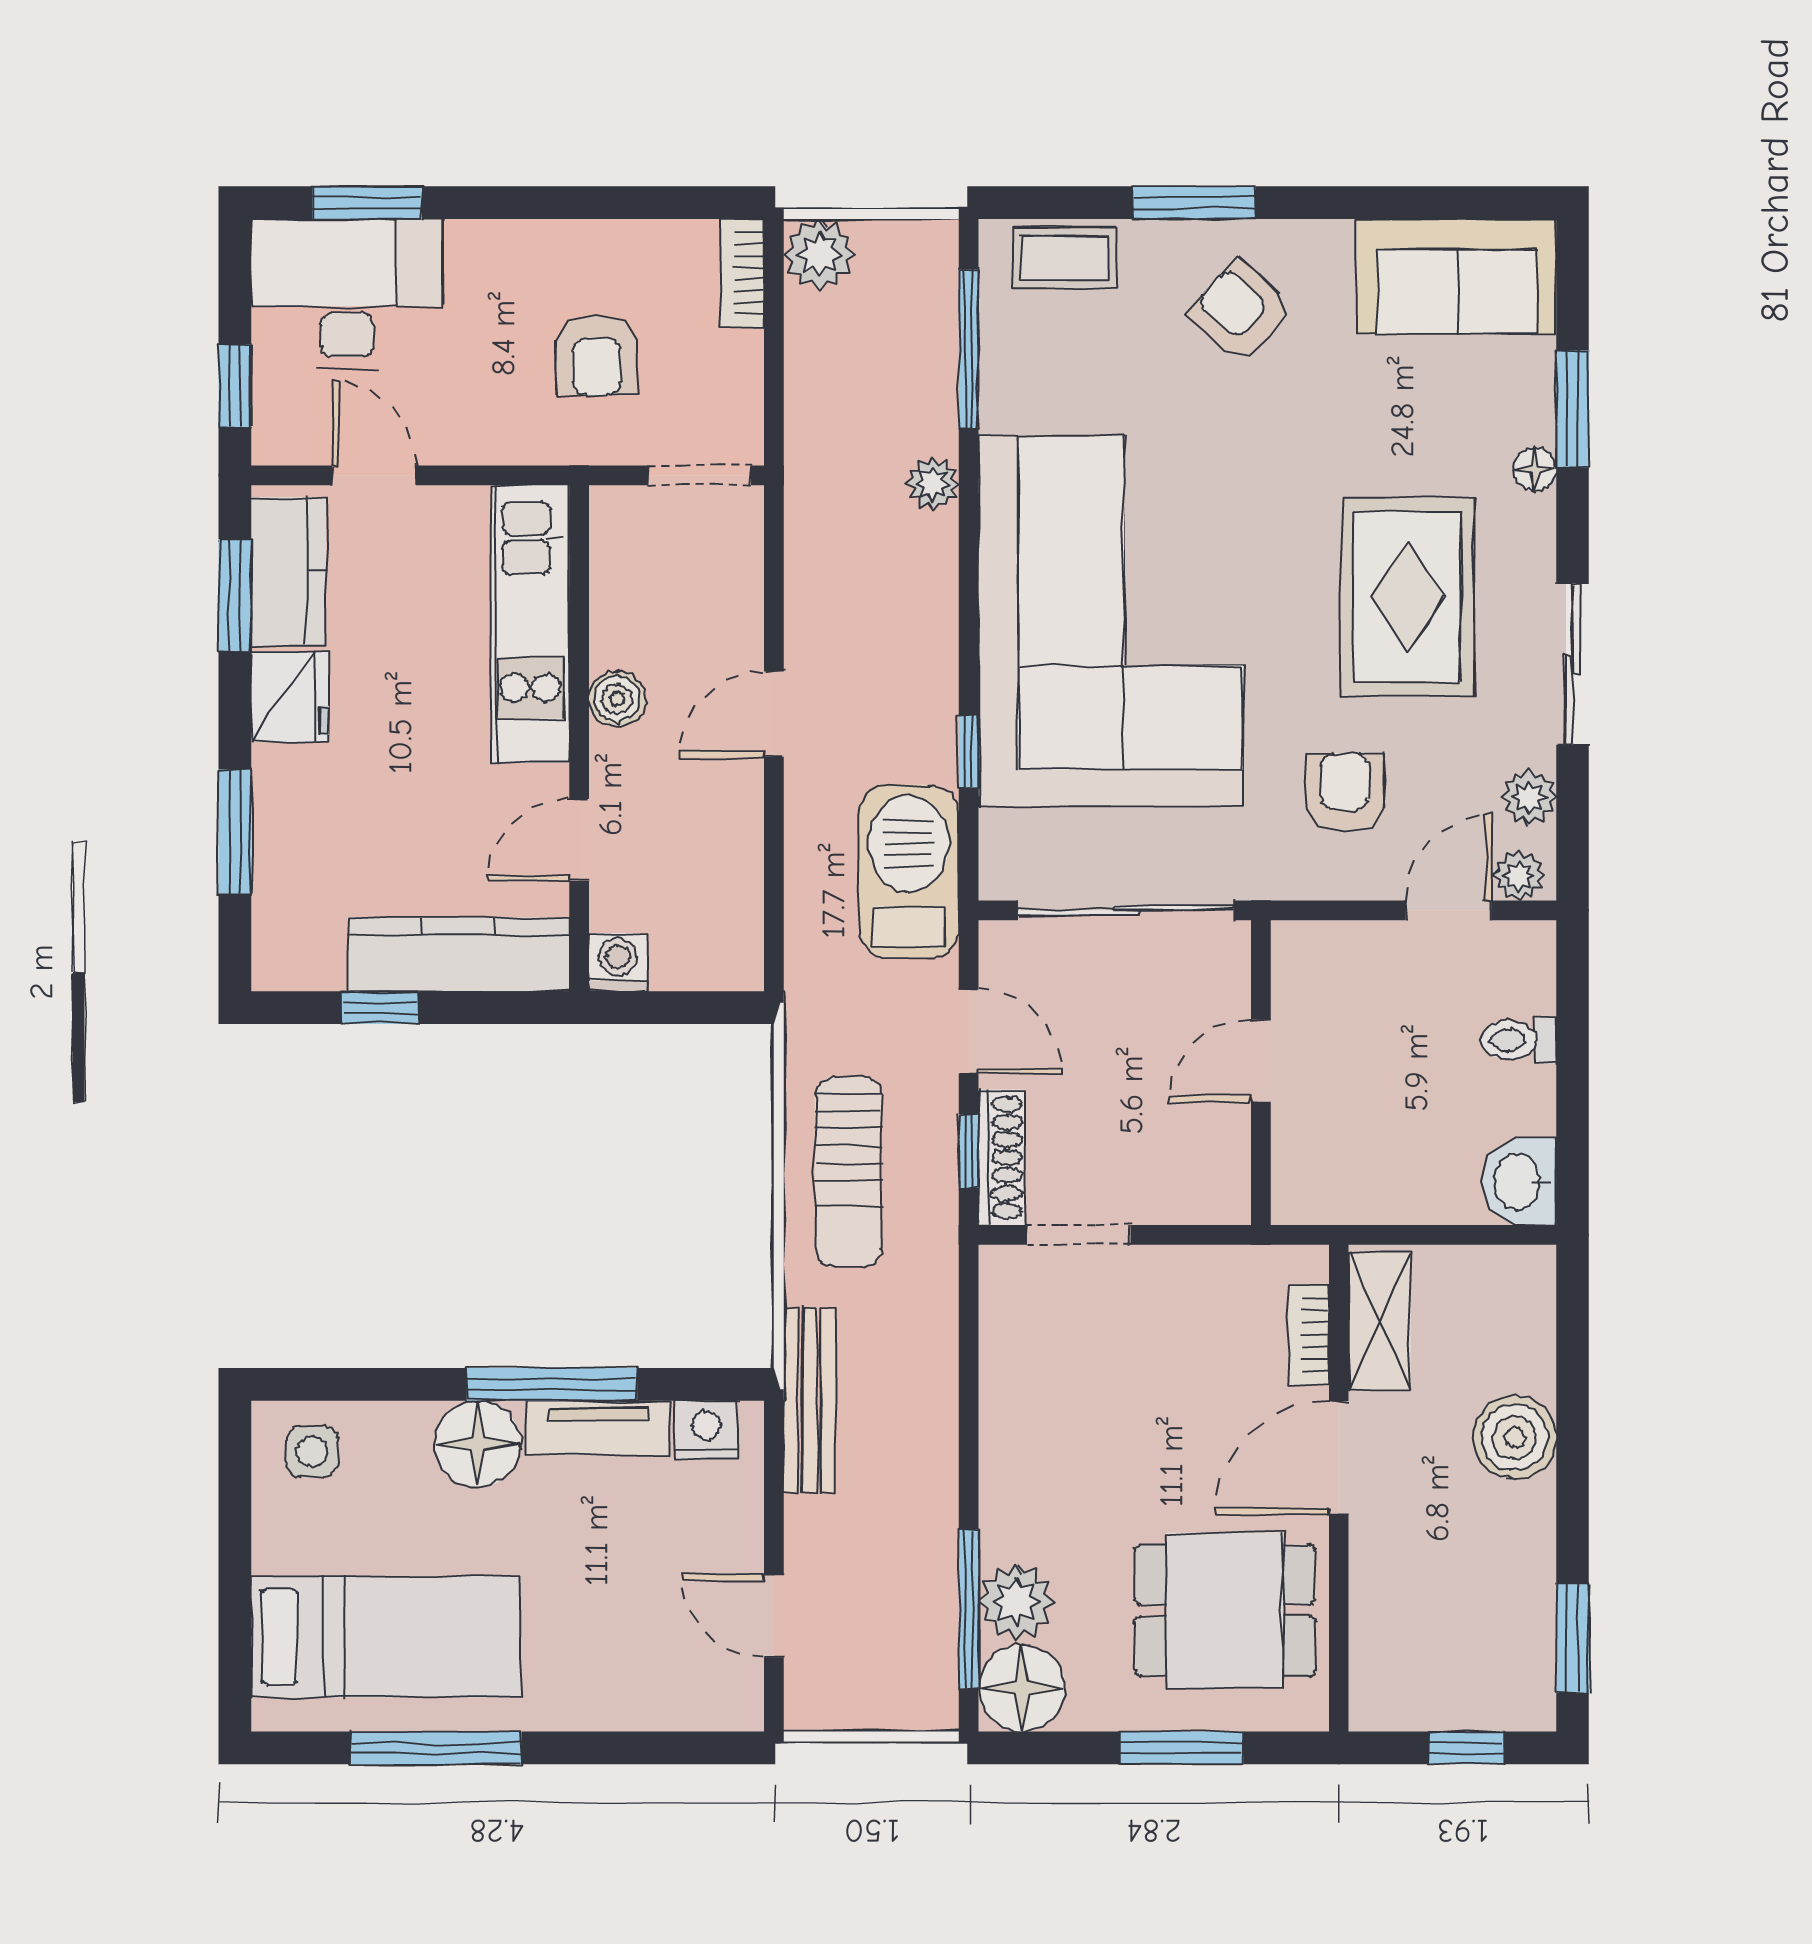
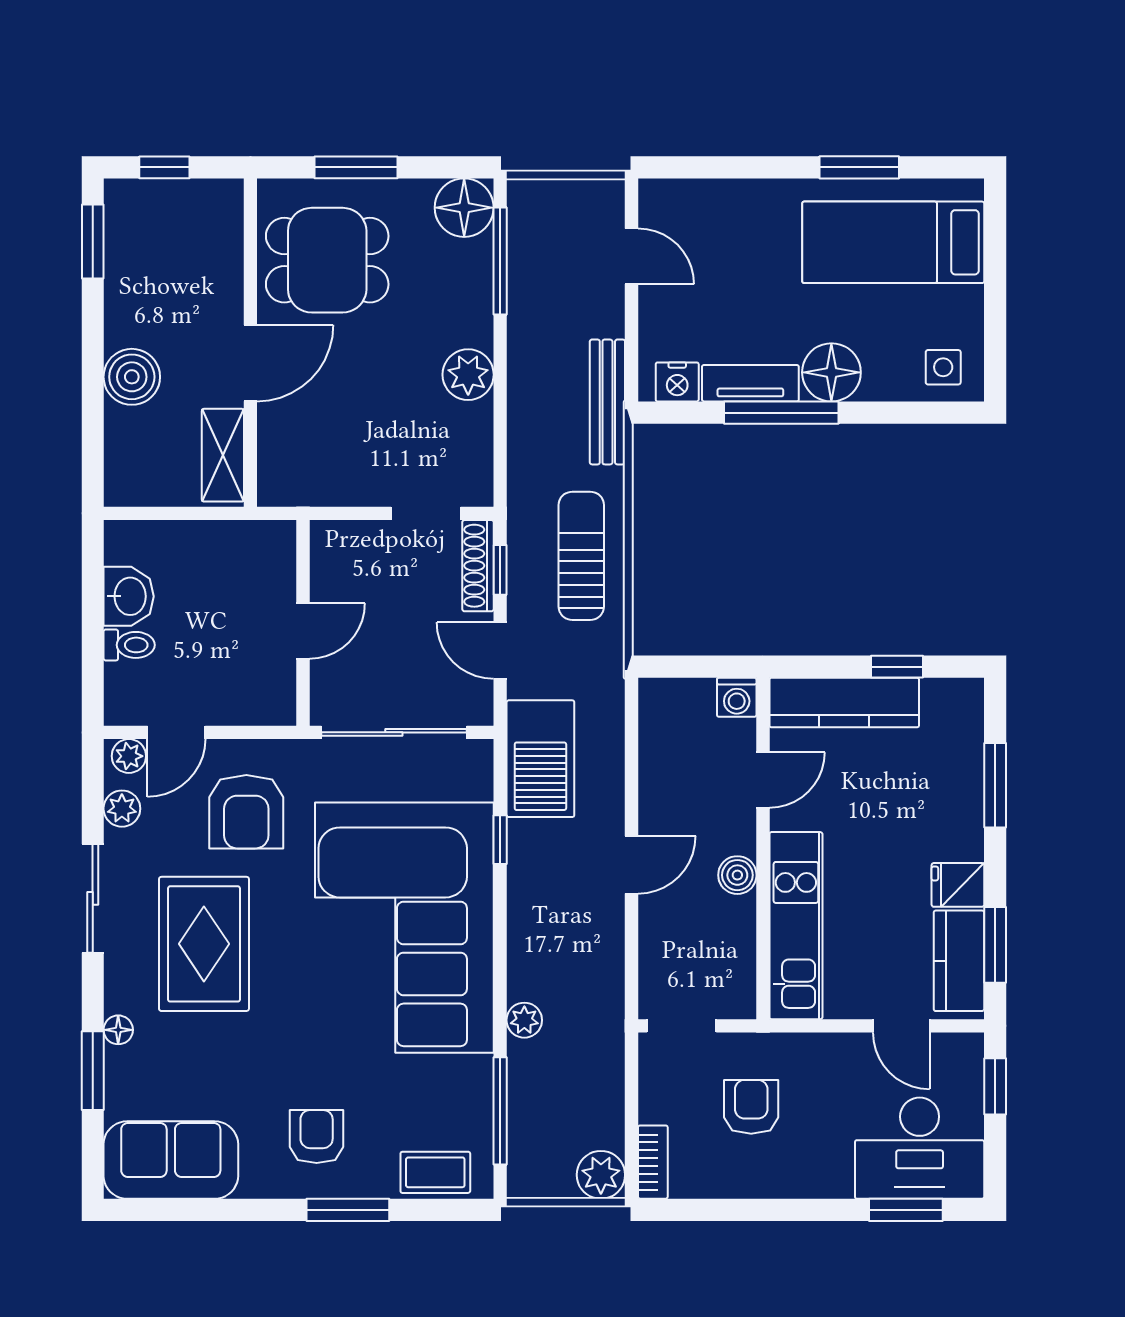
armchair: (1241, 311) -> (317, 1137), turned -132
fridge: (290, 697) -> (958, 885), width x0.72
armchair: (1345, 793) -> (246, 812), width x1.38, depth x1.38
washbasin: (1519, 1181) -> (129, 596), moved
bookcase: (1309, 1335) -> (271, 446), removed
plant: (1016, 1602) -> (468, 375), moved
window: (436, 1748) -> (859, 167), width x0.69

